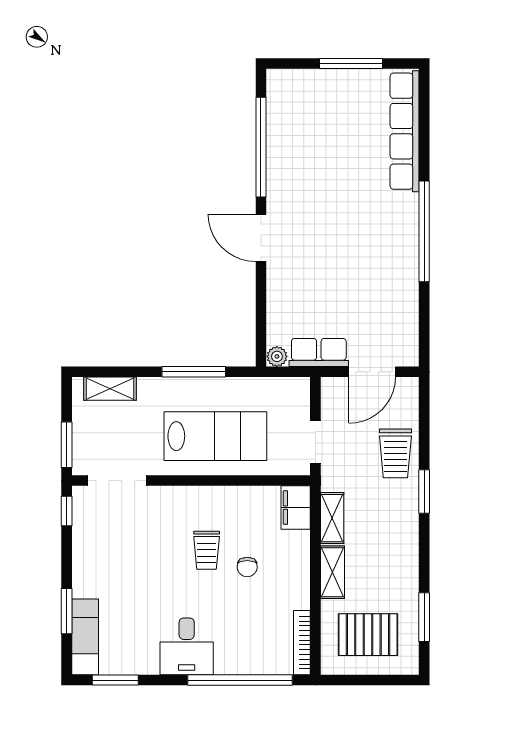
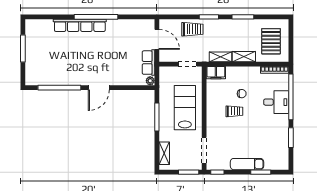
row of seats: (405, 131) -> (80, 25), moved
window: (424, 617) -> (243, 17), moved
exam couch: (85, 637) -> (247, 164), moved
desk: (187, 646) -> (276, 102), moved
window: (115, 680) -> (291, 138), moved

